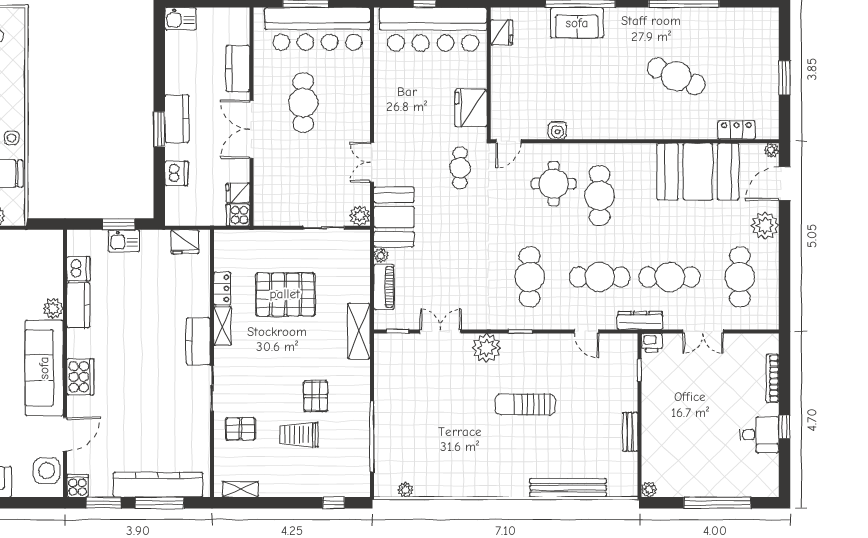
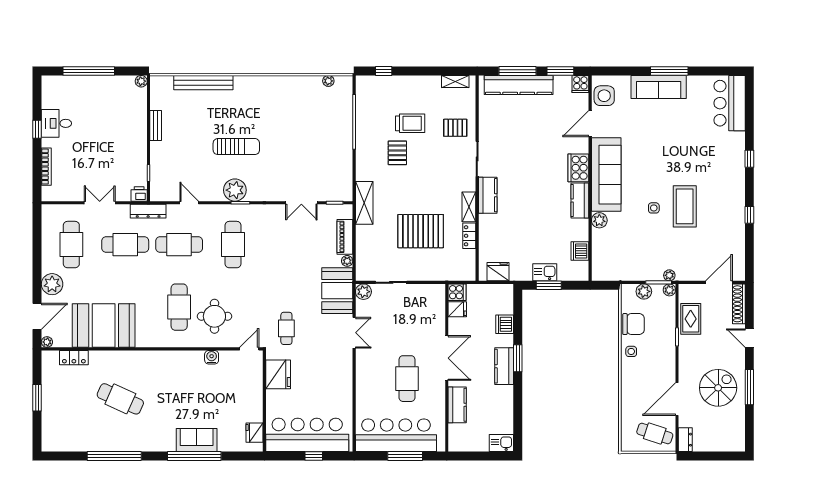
kitchen counter: (78, 305) -> (580, 200), moved
plant: (486, 348) -> (235, 190), moved

